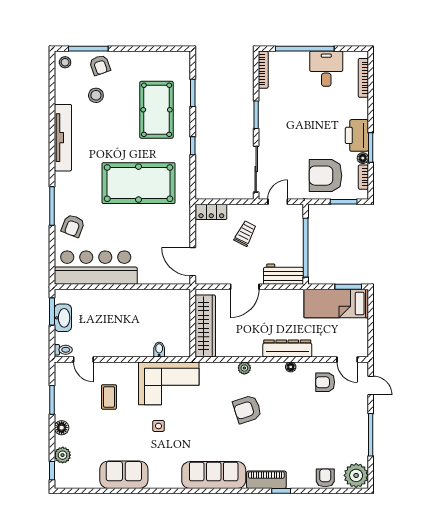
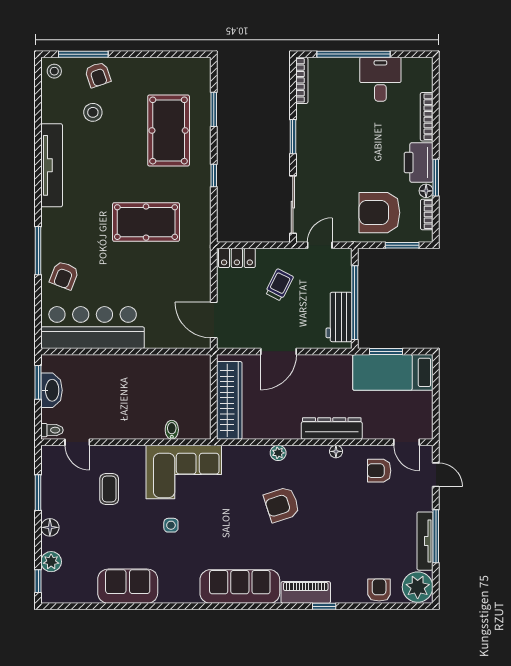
bookcase: (363, 78) -> (427, 117), moved
pool table: (139, 183) -> (146, 222), width x0.73, depth x0.76
workbench: (283, 274) -> (339, 317), moved, turned -90
window: (348, 287) -> (386, 351), moved
tv unit: (362, 439) -> (425, 541), added

